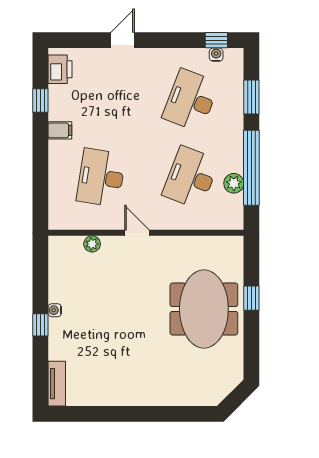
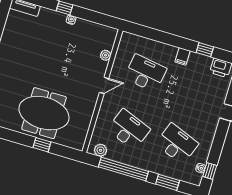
plant: (234, 183) -> (100, 150), moved

